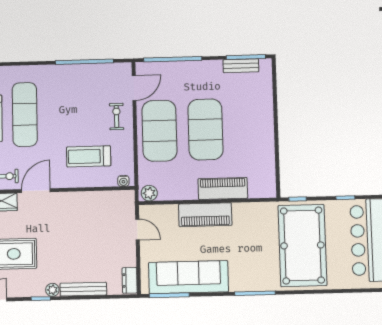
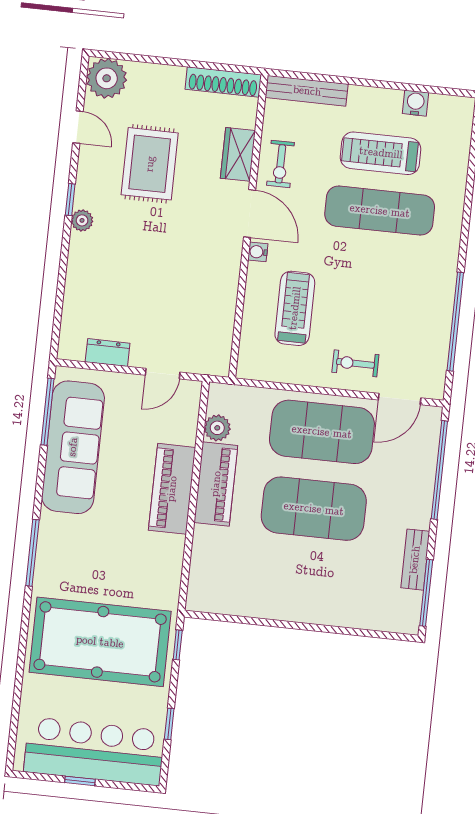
bench: (241, 66) -> (415, 560), moved
door: (134, 88) -> (400, 399), hinge flipped
exercise bike: (117, 117) -> (355, 363), turned 180
water cooler: (123, 181) -> (258, 252), moved
piano: (223, 188) -> (216, 484), moved
plant: (149, 193) -> (217, 428), moved
dresser: (130, 280) -> (108, 353), moved
bench: (83, 289) -> (76, 272), removed

